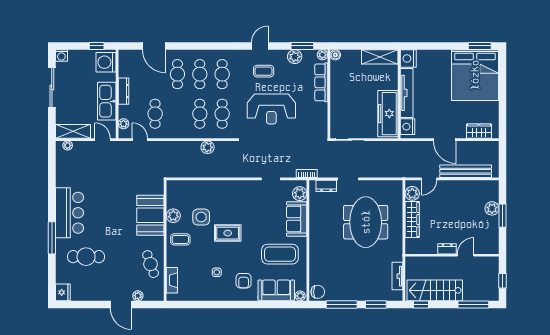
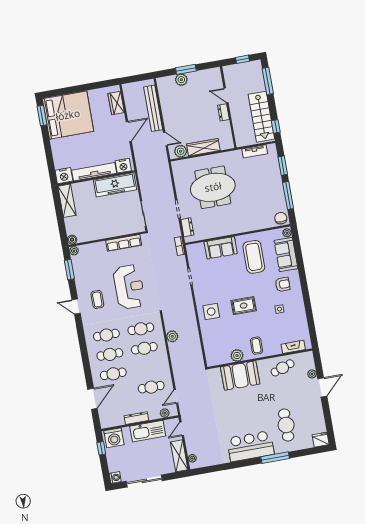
plant: (295, 57) -> (80, 275), removed
row of seats: (321, 82) -> (124, 243), moved
plant: (300, 194) -> (198, 249), removed
side table: (201, 217) -> (211, 312), moved
rug: (228, 233) -> (244, 306), turned 90

